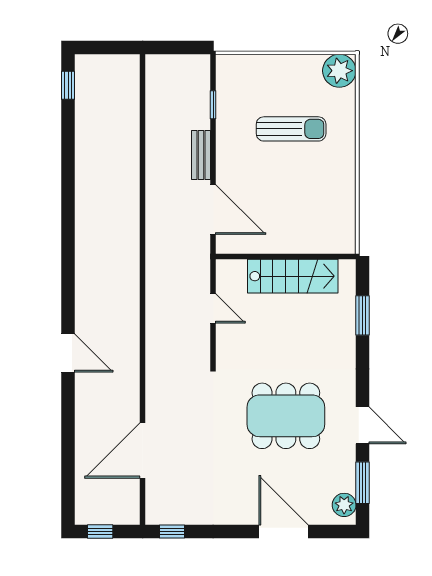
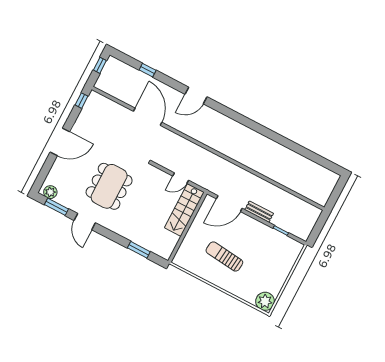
window: (68, 85) -> (148, 70), moved
sun lounger: (291, 129) -> (224, 257), moved, turned 96
stairs: (293, 276) -> (184, 210), moved
door: (363, 425) -> (85, 222), hinge flipped
door: (143, 450) -> (148, 117), moved
door: (283, 531) -> (60, 142), moved

